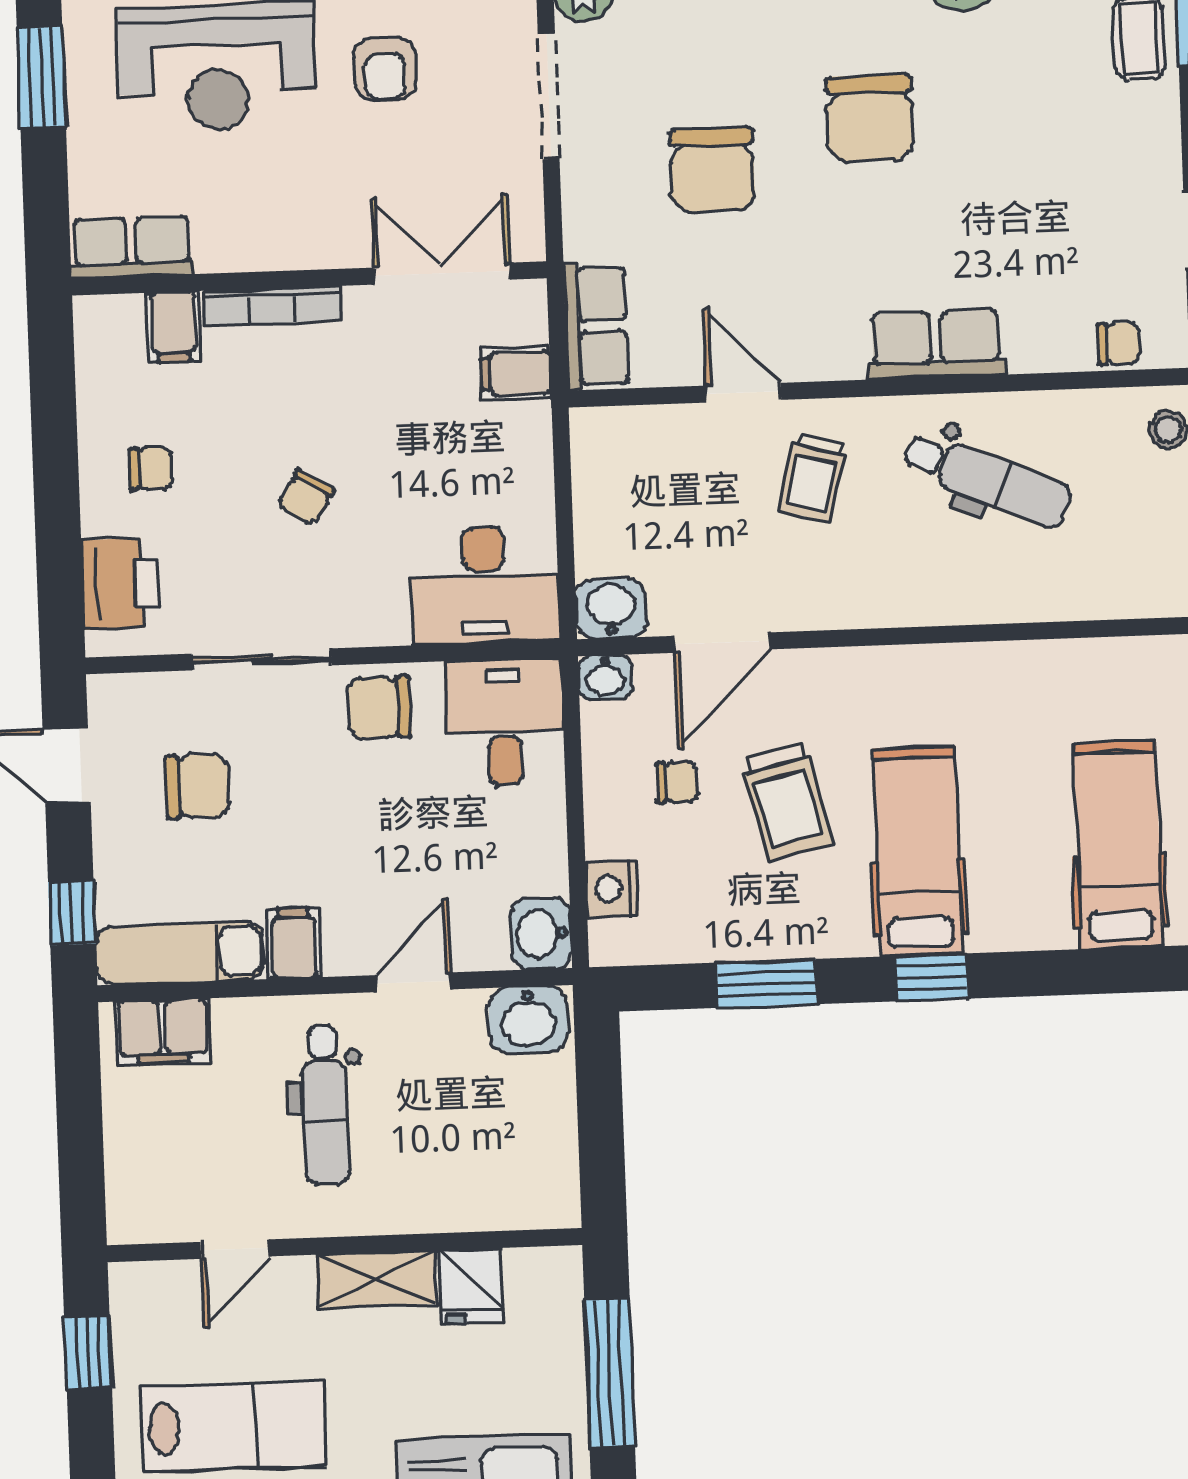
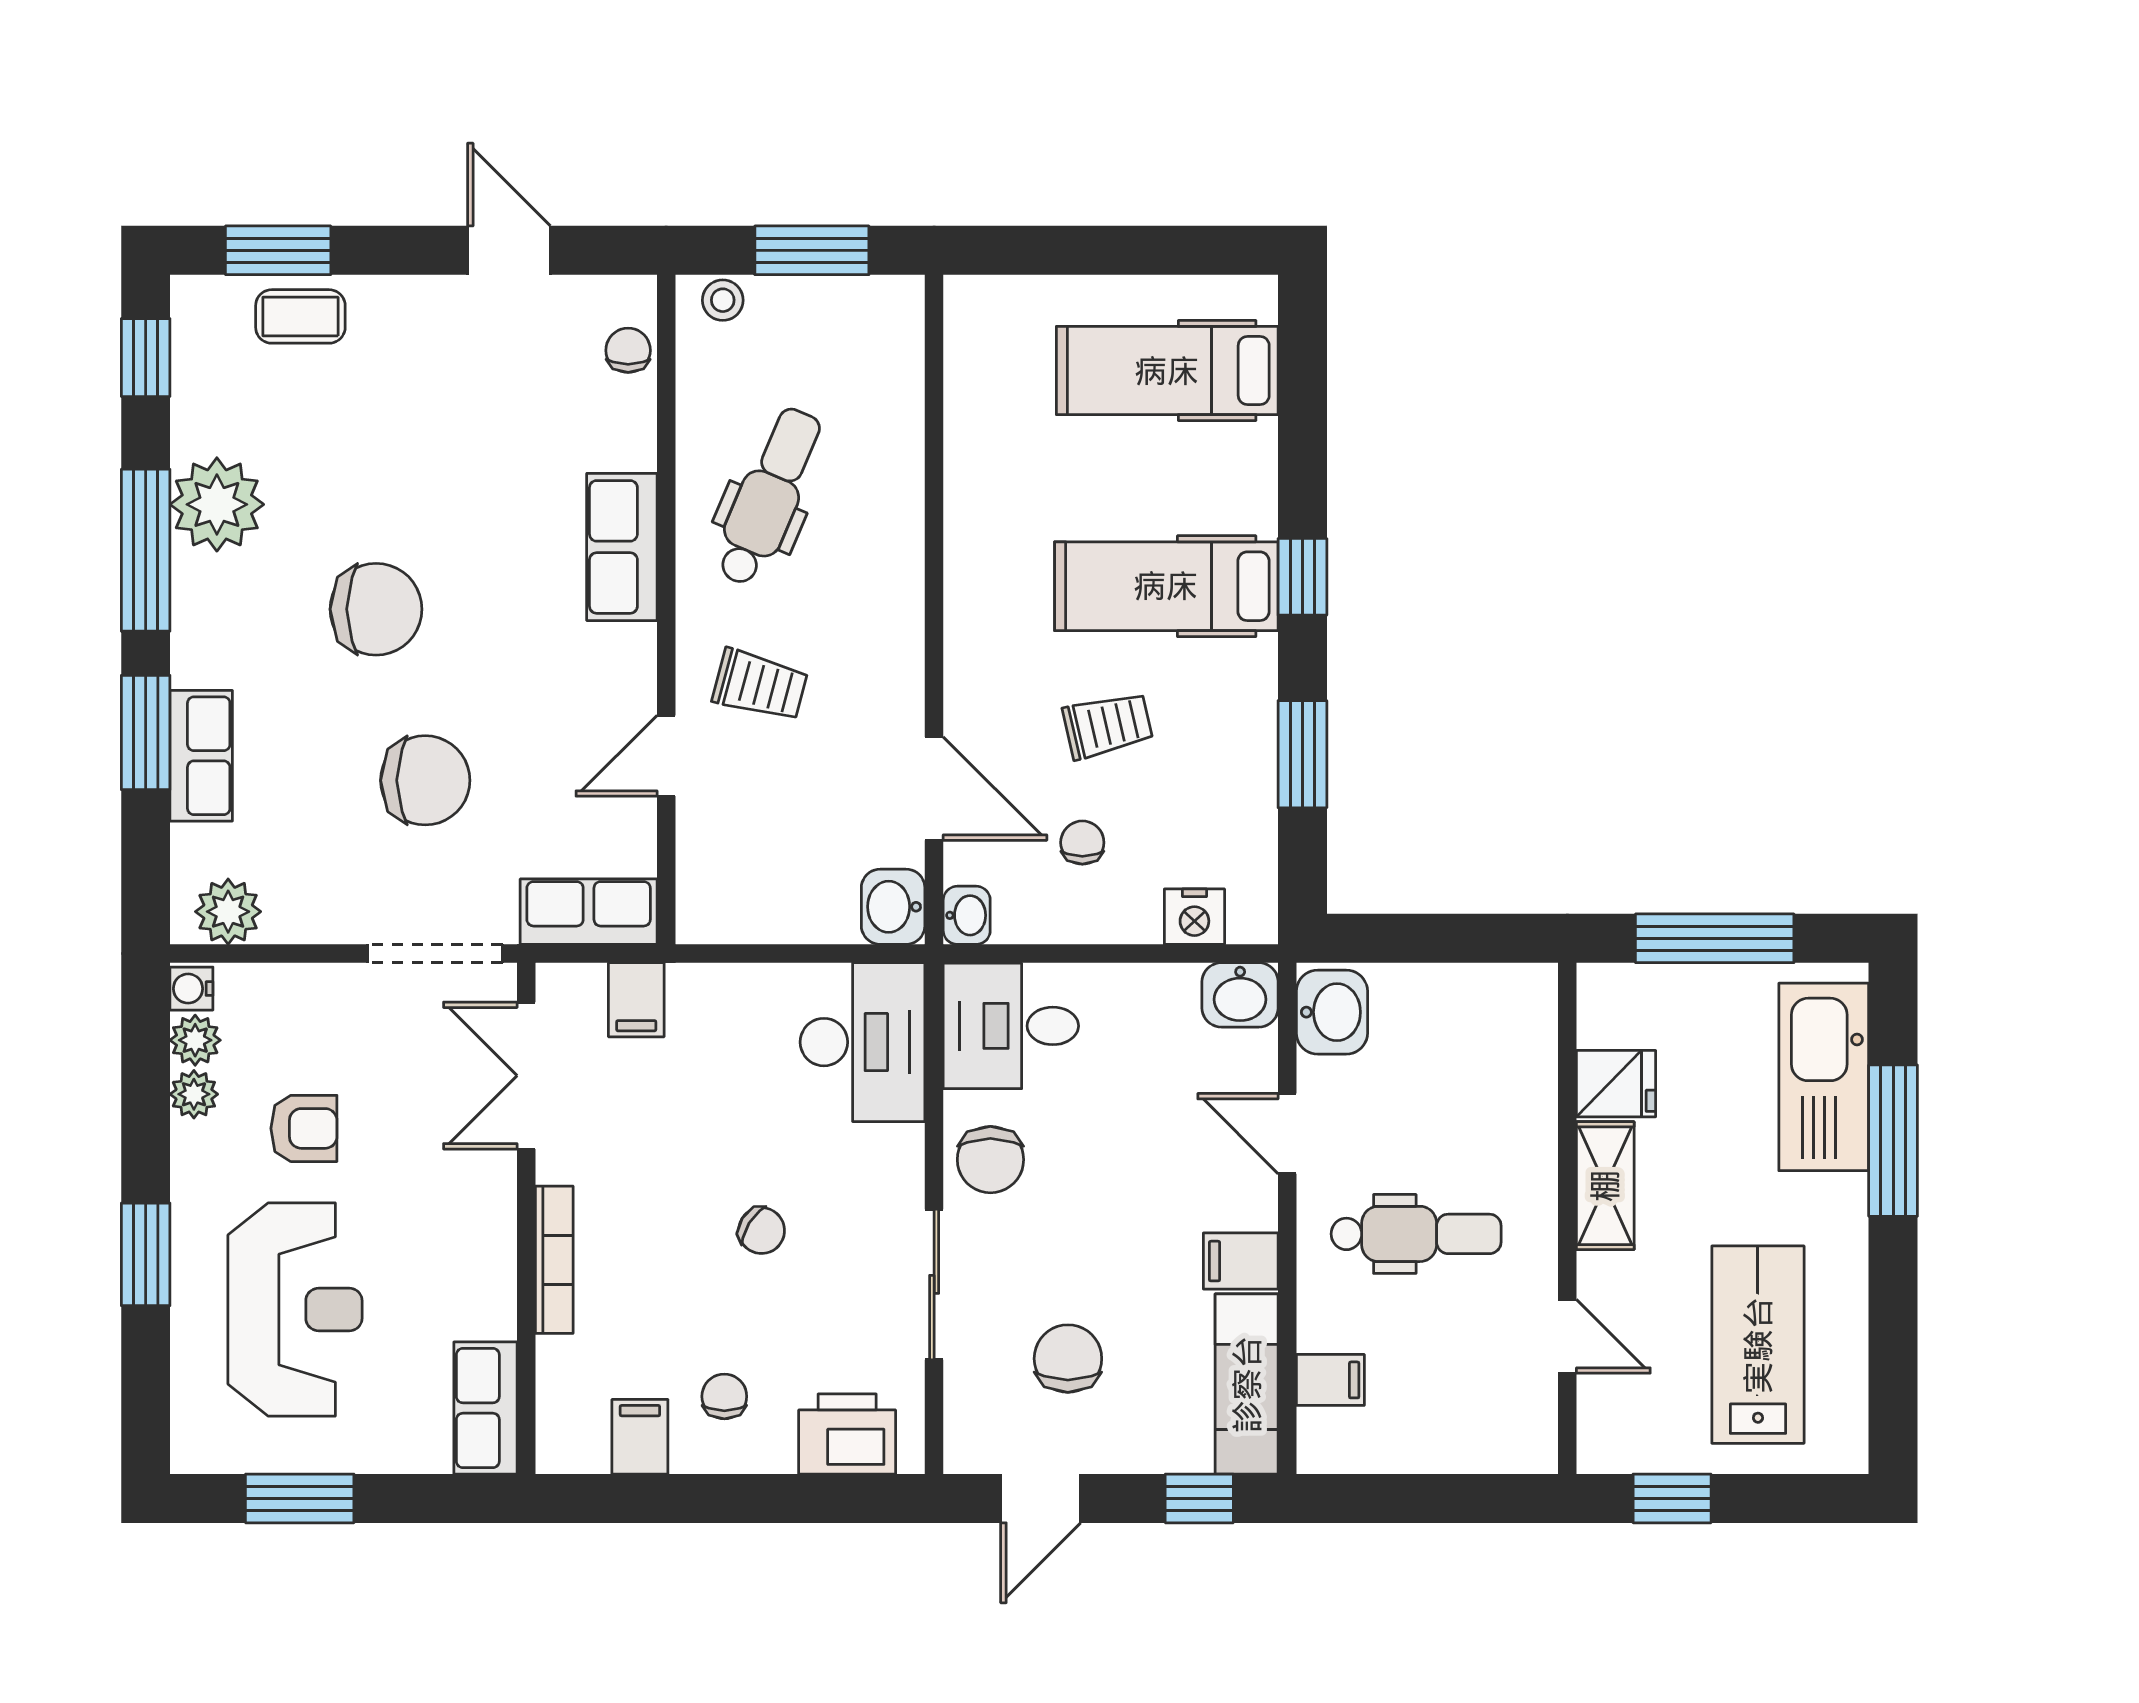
doorway: (549, 96) -> (435, 954), moved
filing cabinet: (173, 327) -> (640, 1437), moved, turned -90
trolley: (787, 802) -> (1108, 725), width x0.73, depth x0.72
filing cabinet: (163, 1031) -> (1330, 1380), width x0.50

